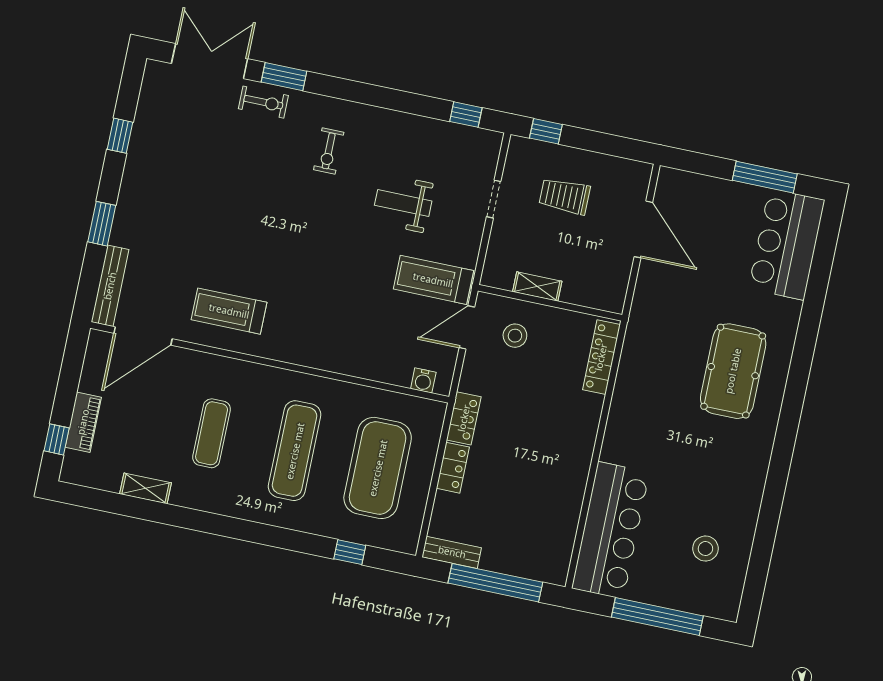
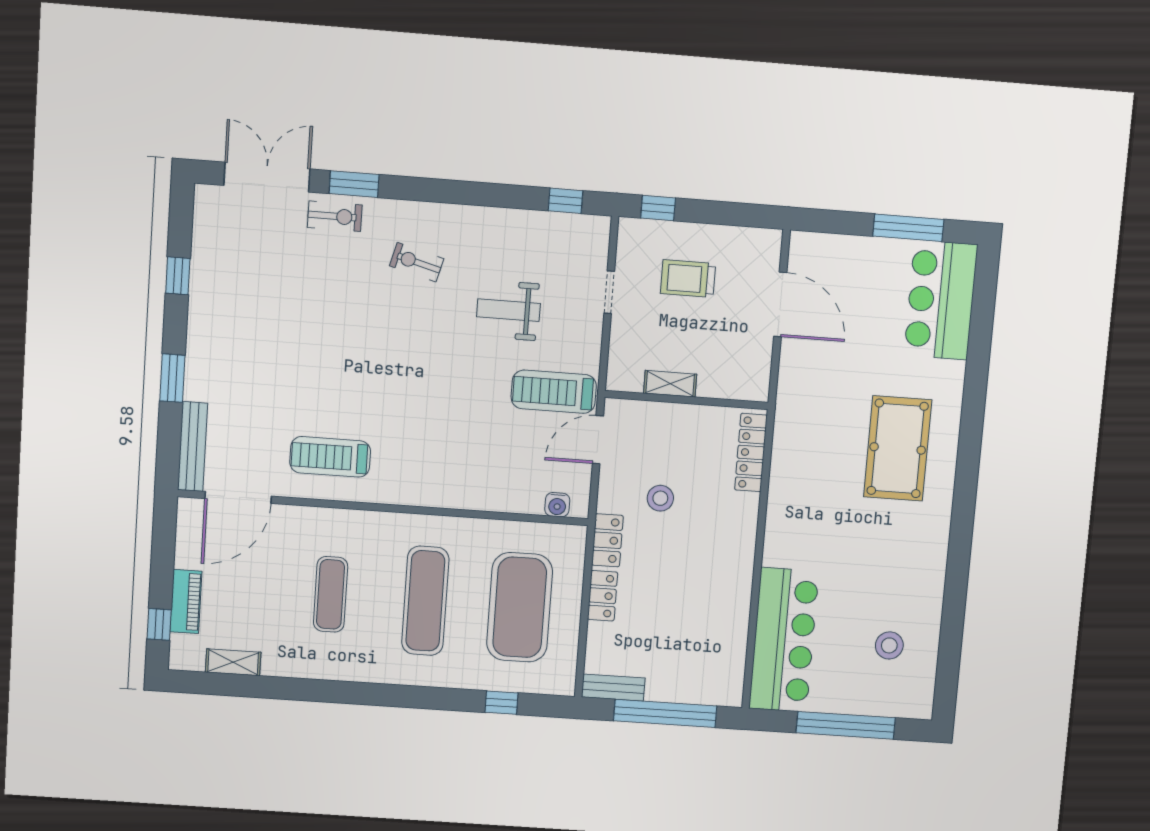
exercise bike: (329, 151) -> (417, 262), turned 105
stool: (515, 336) -> (660, 498), moved
shelving: (146, 488) -> (233, 662), moved

